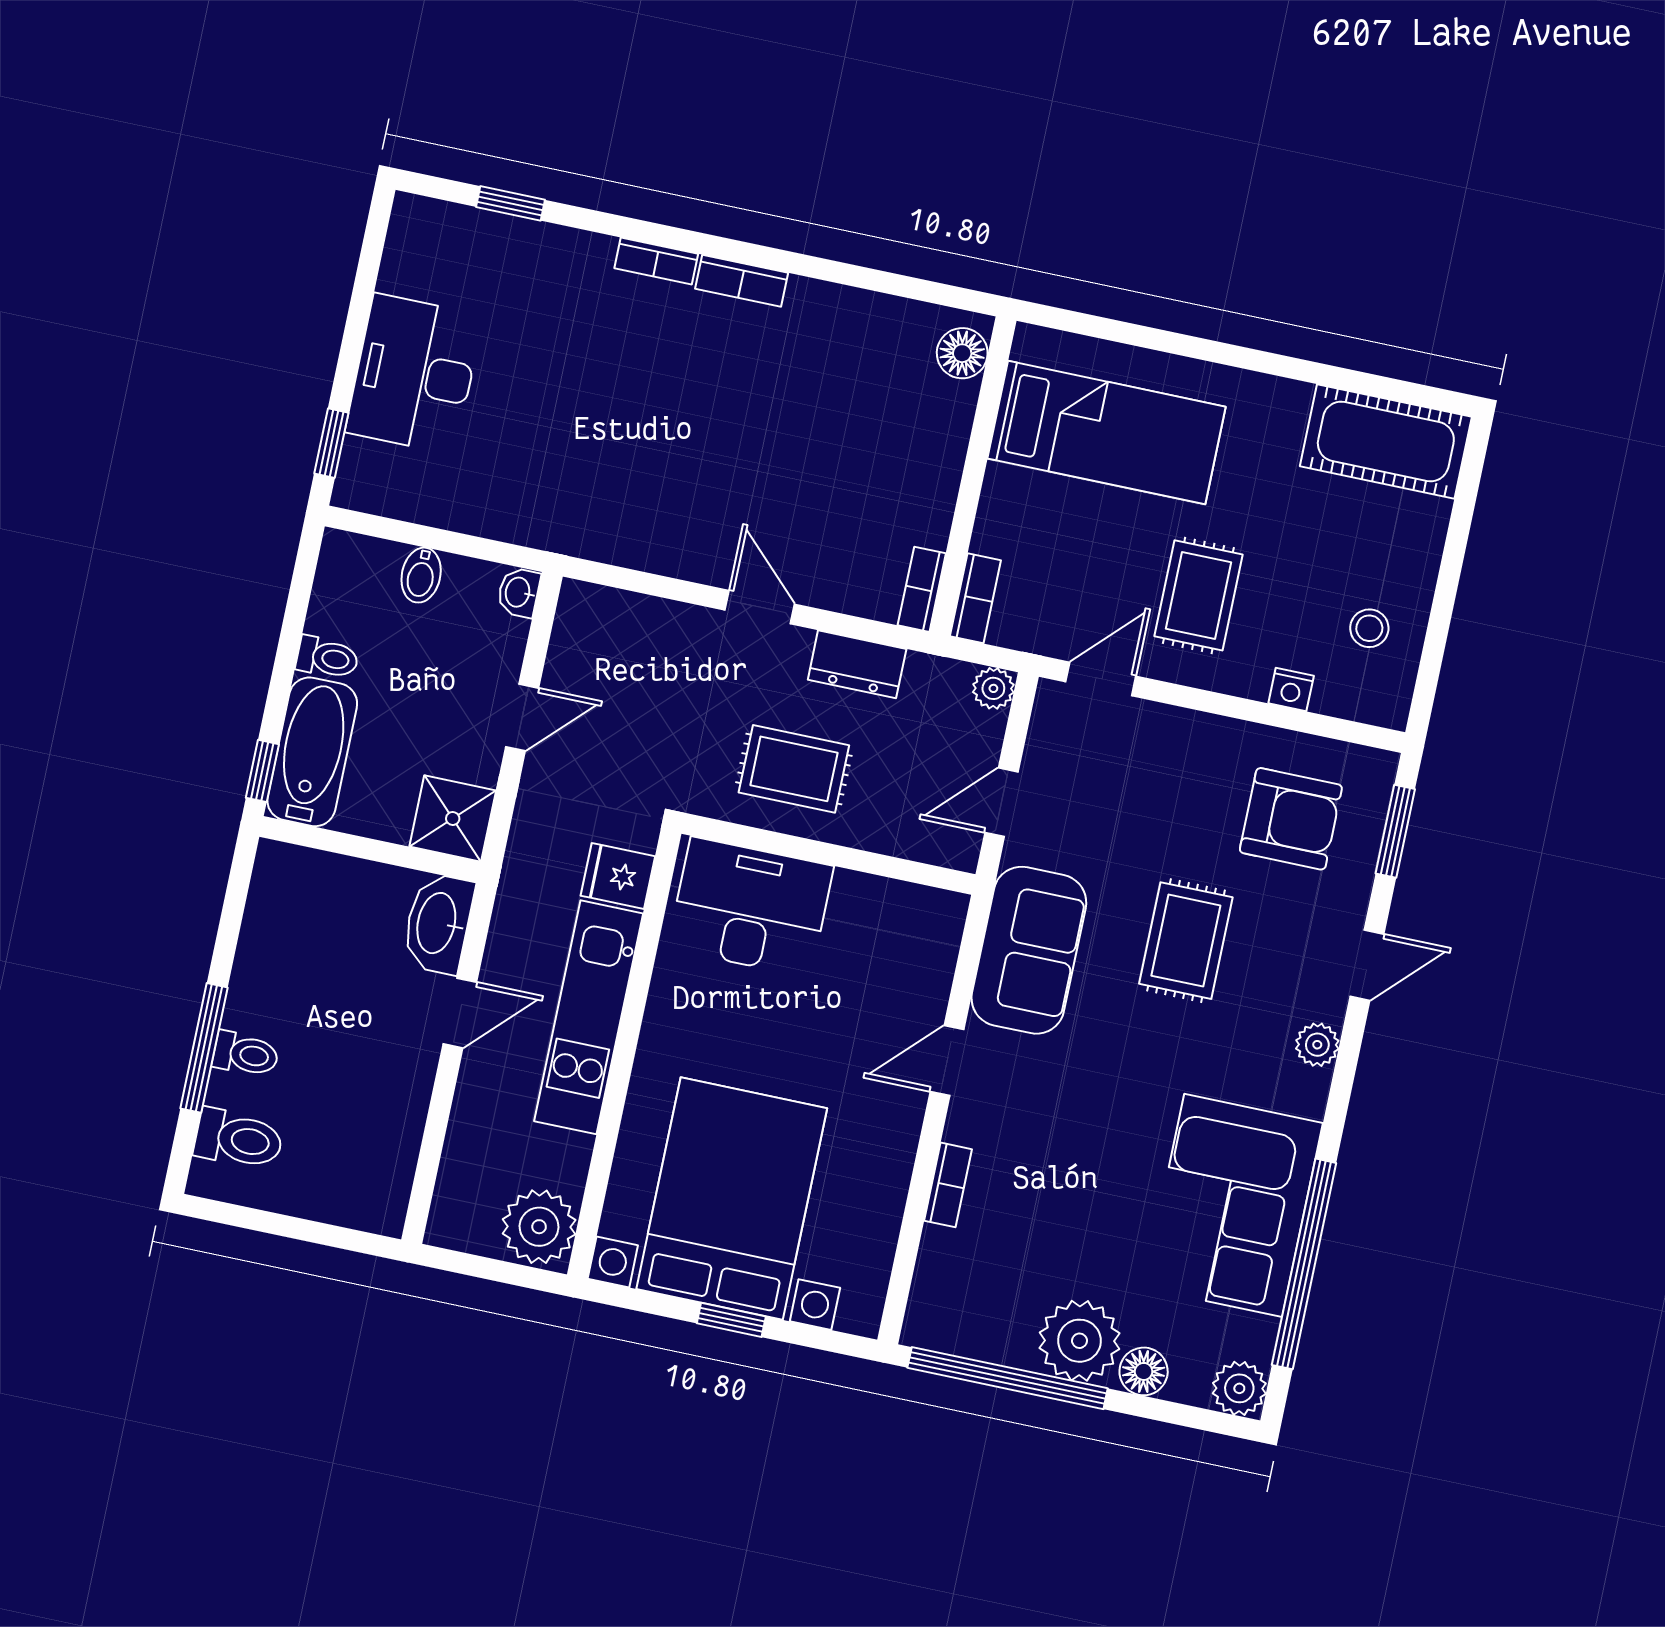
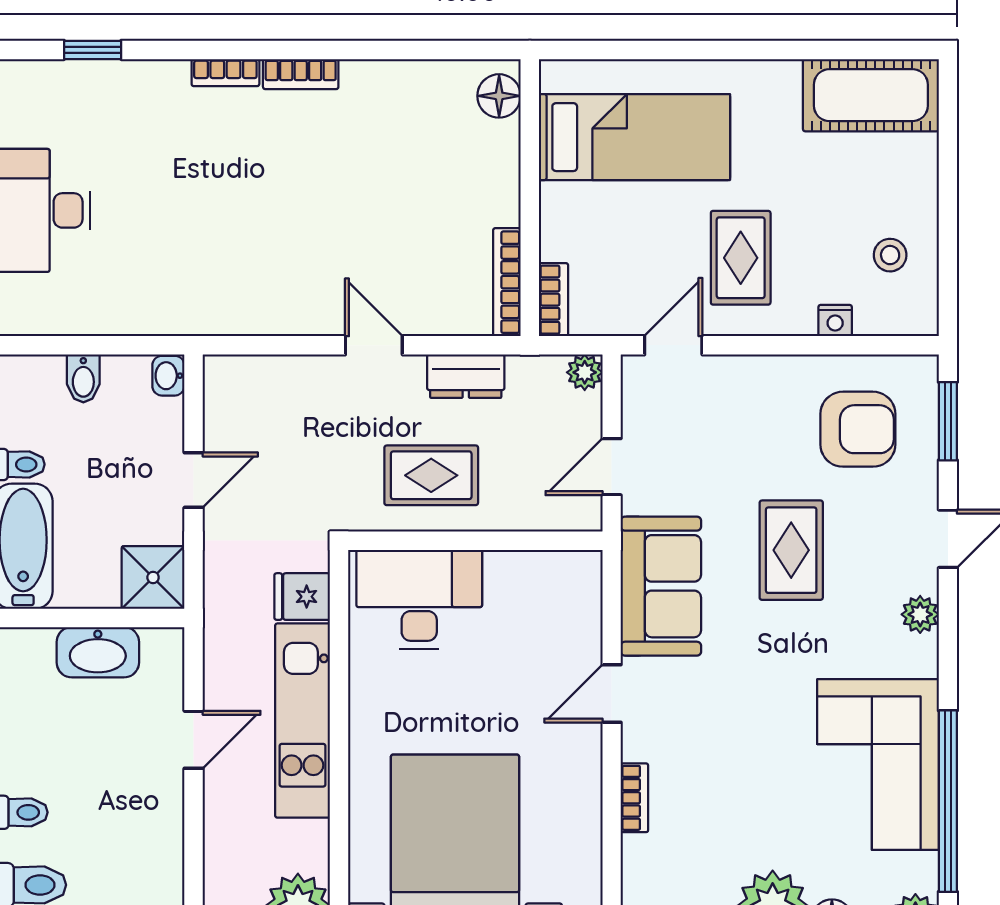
bookcase: (922, 589) -> (507, 282), width x1.56
washbasin: (438, 923) -> (98, 652), moved, turned -90

